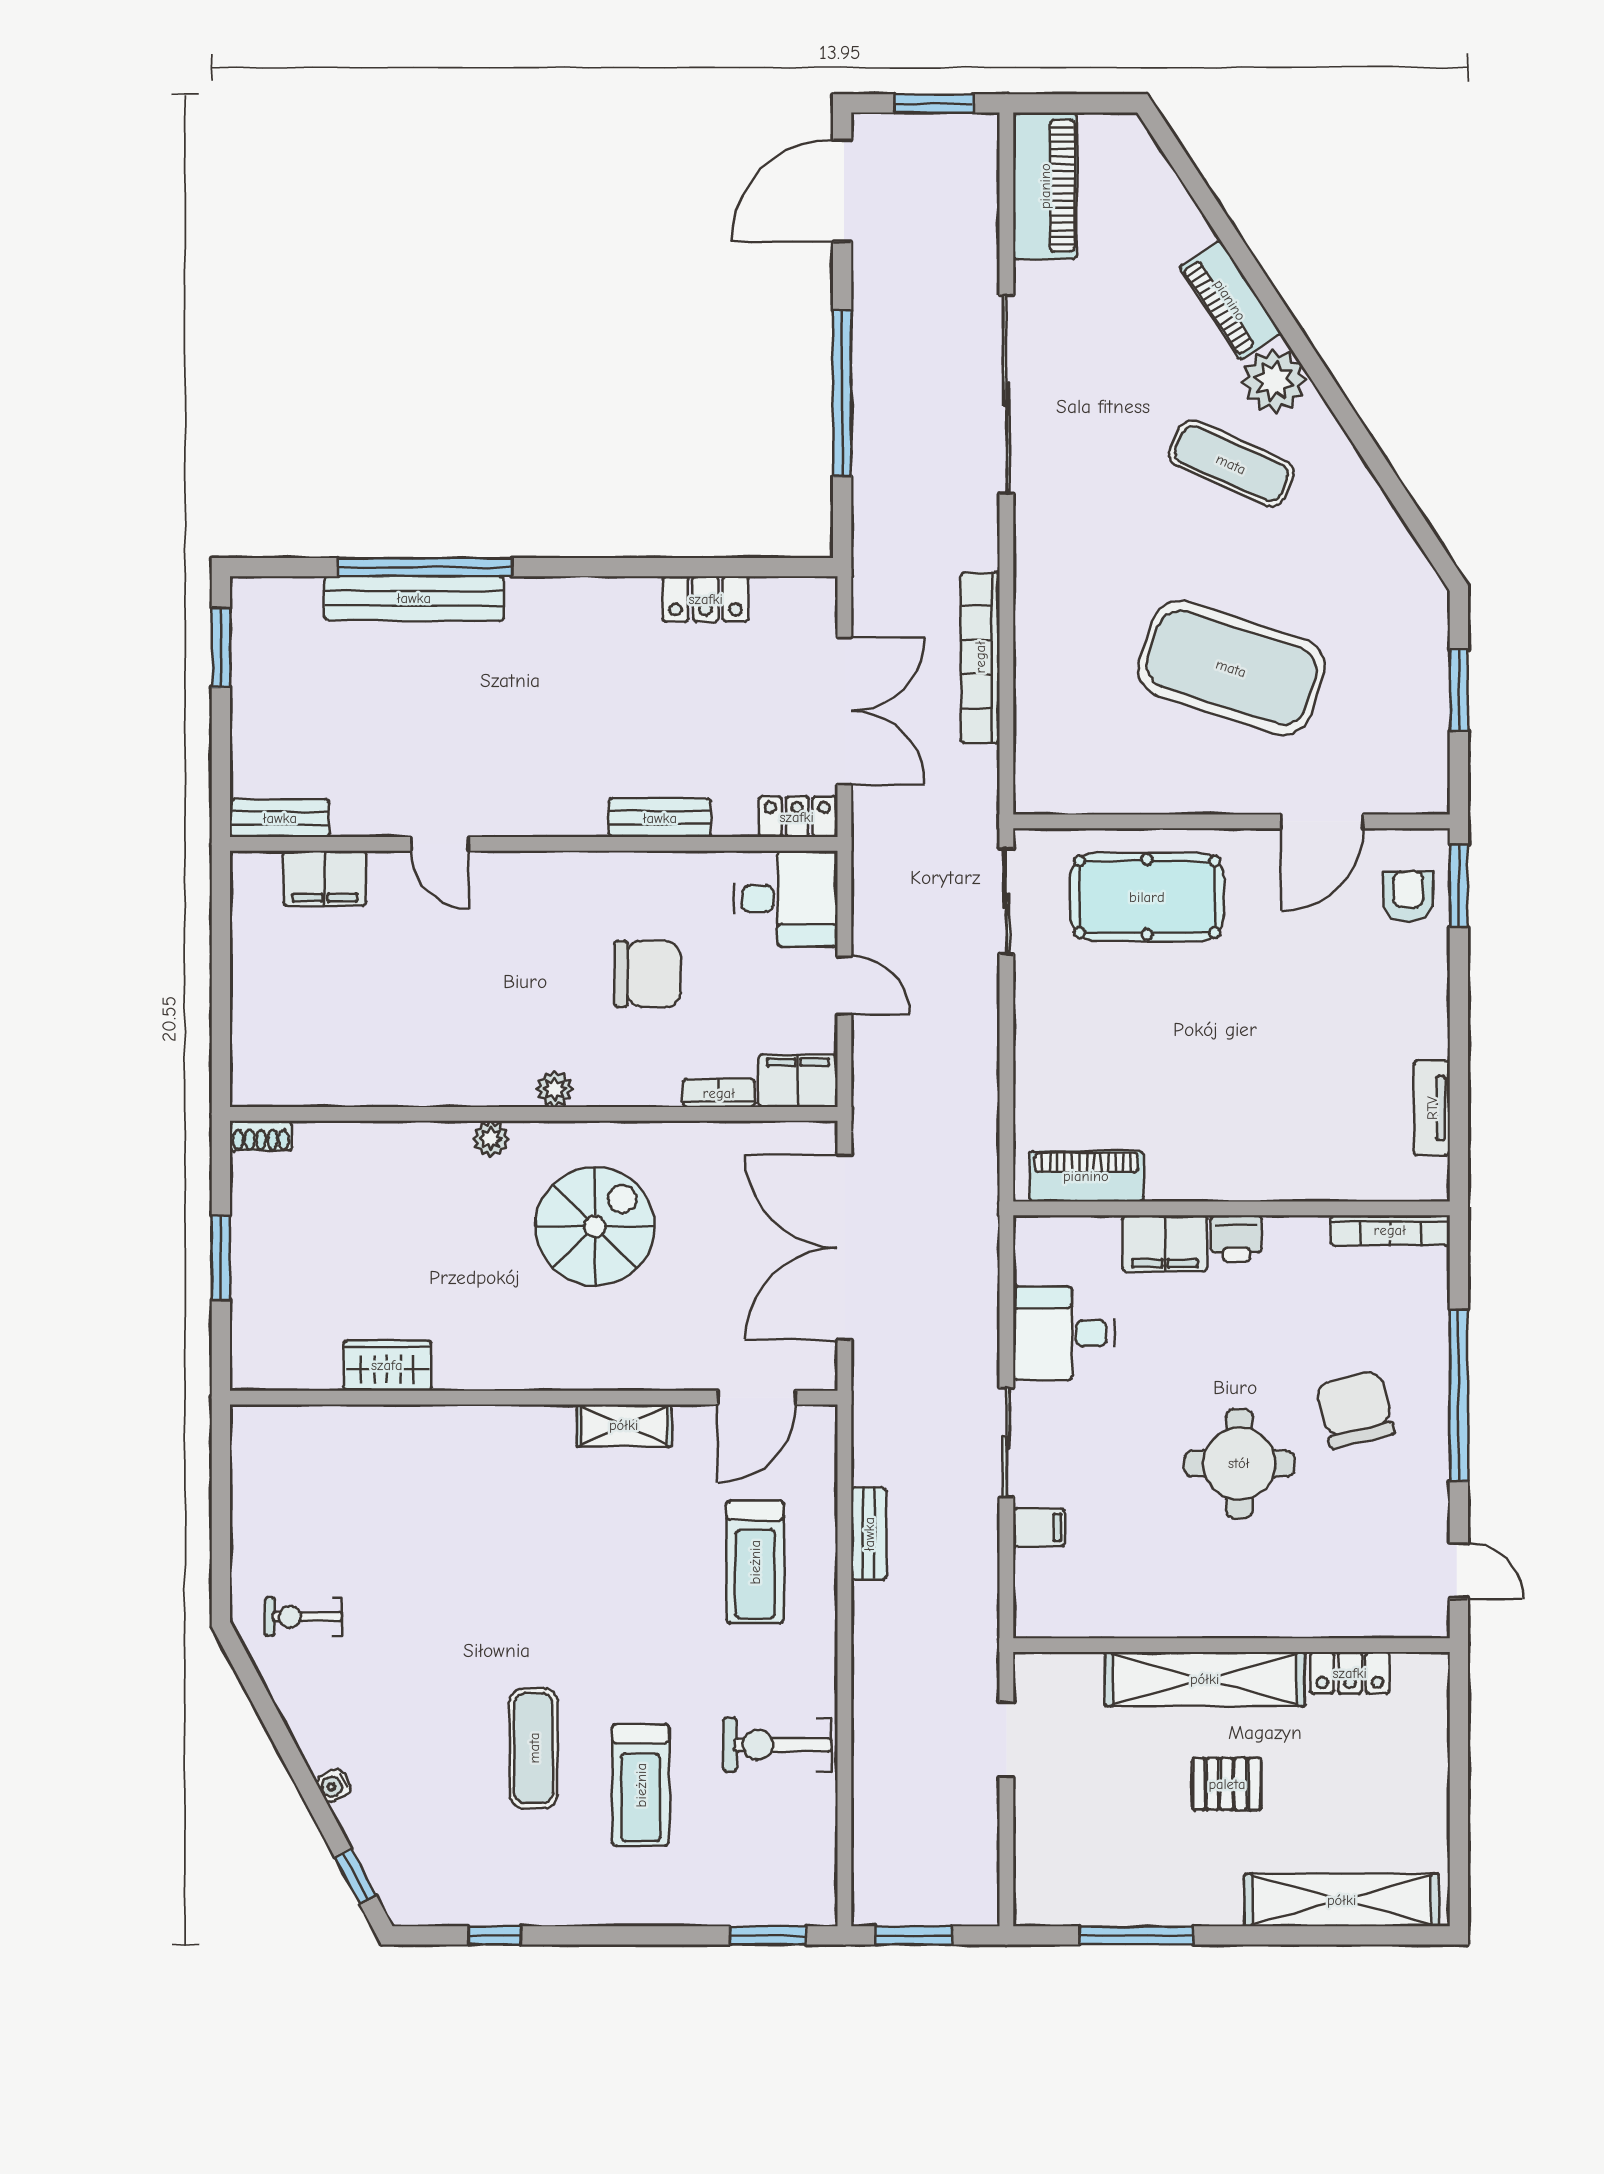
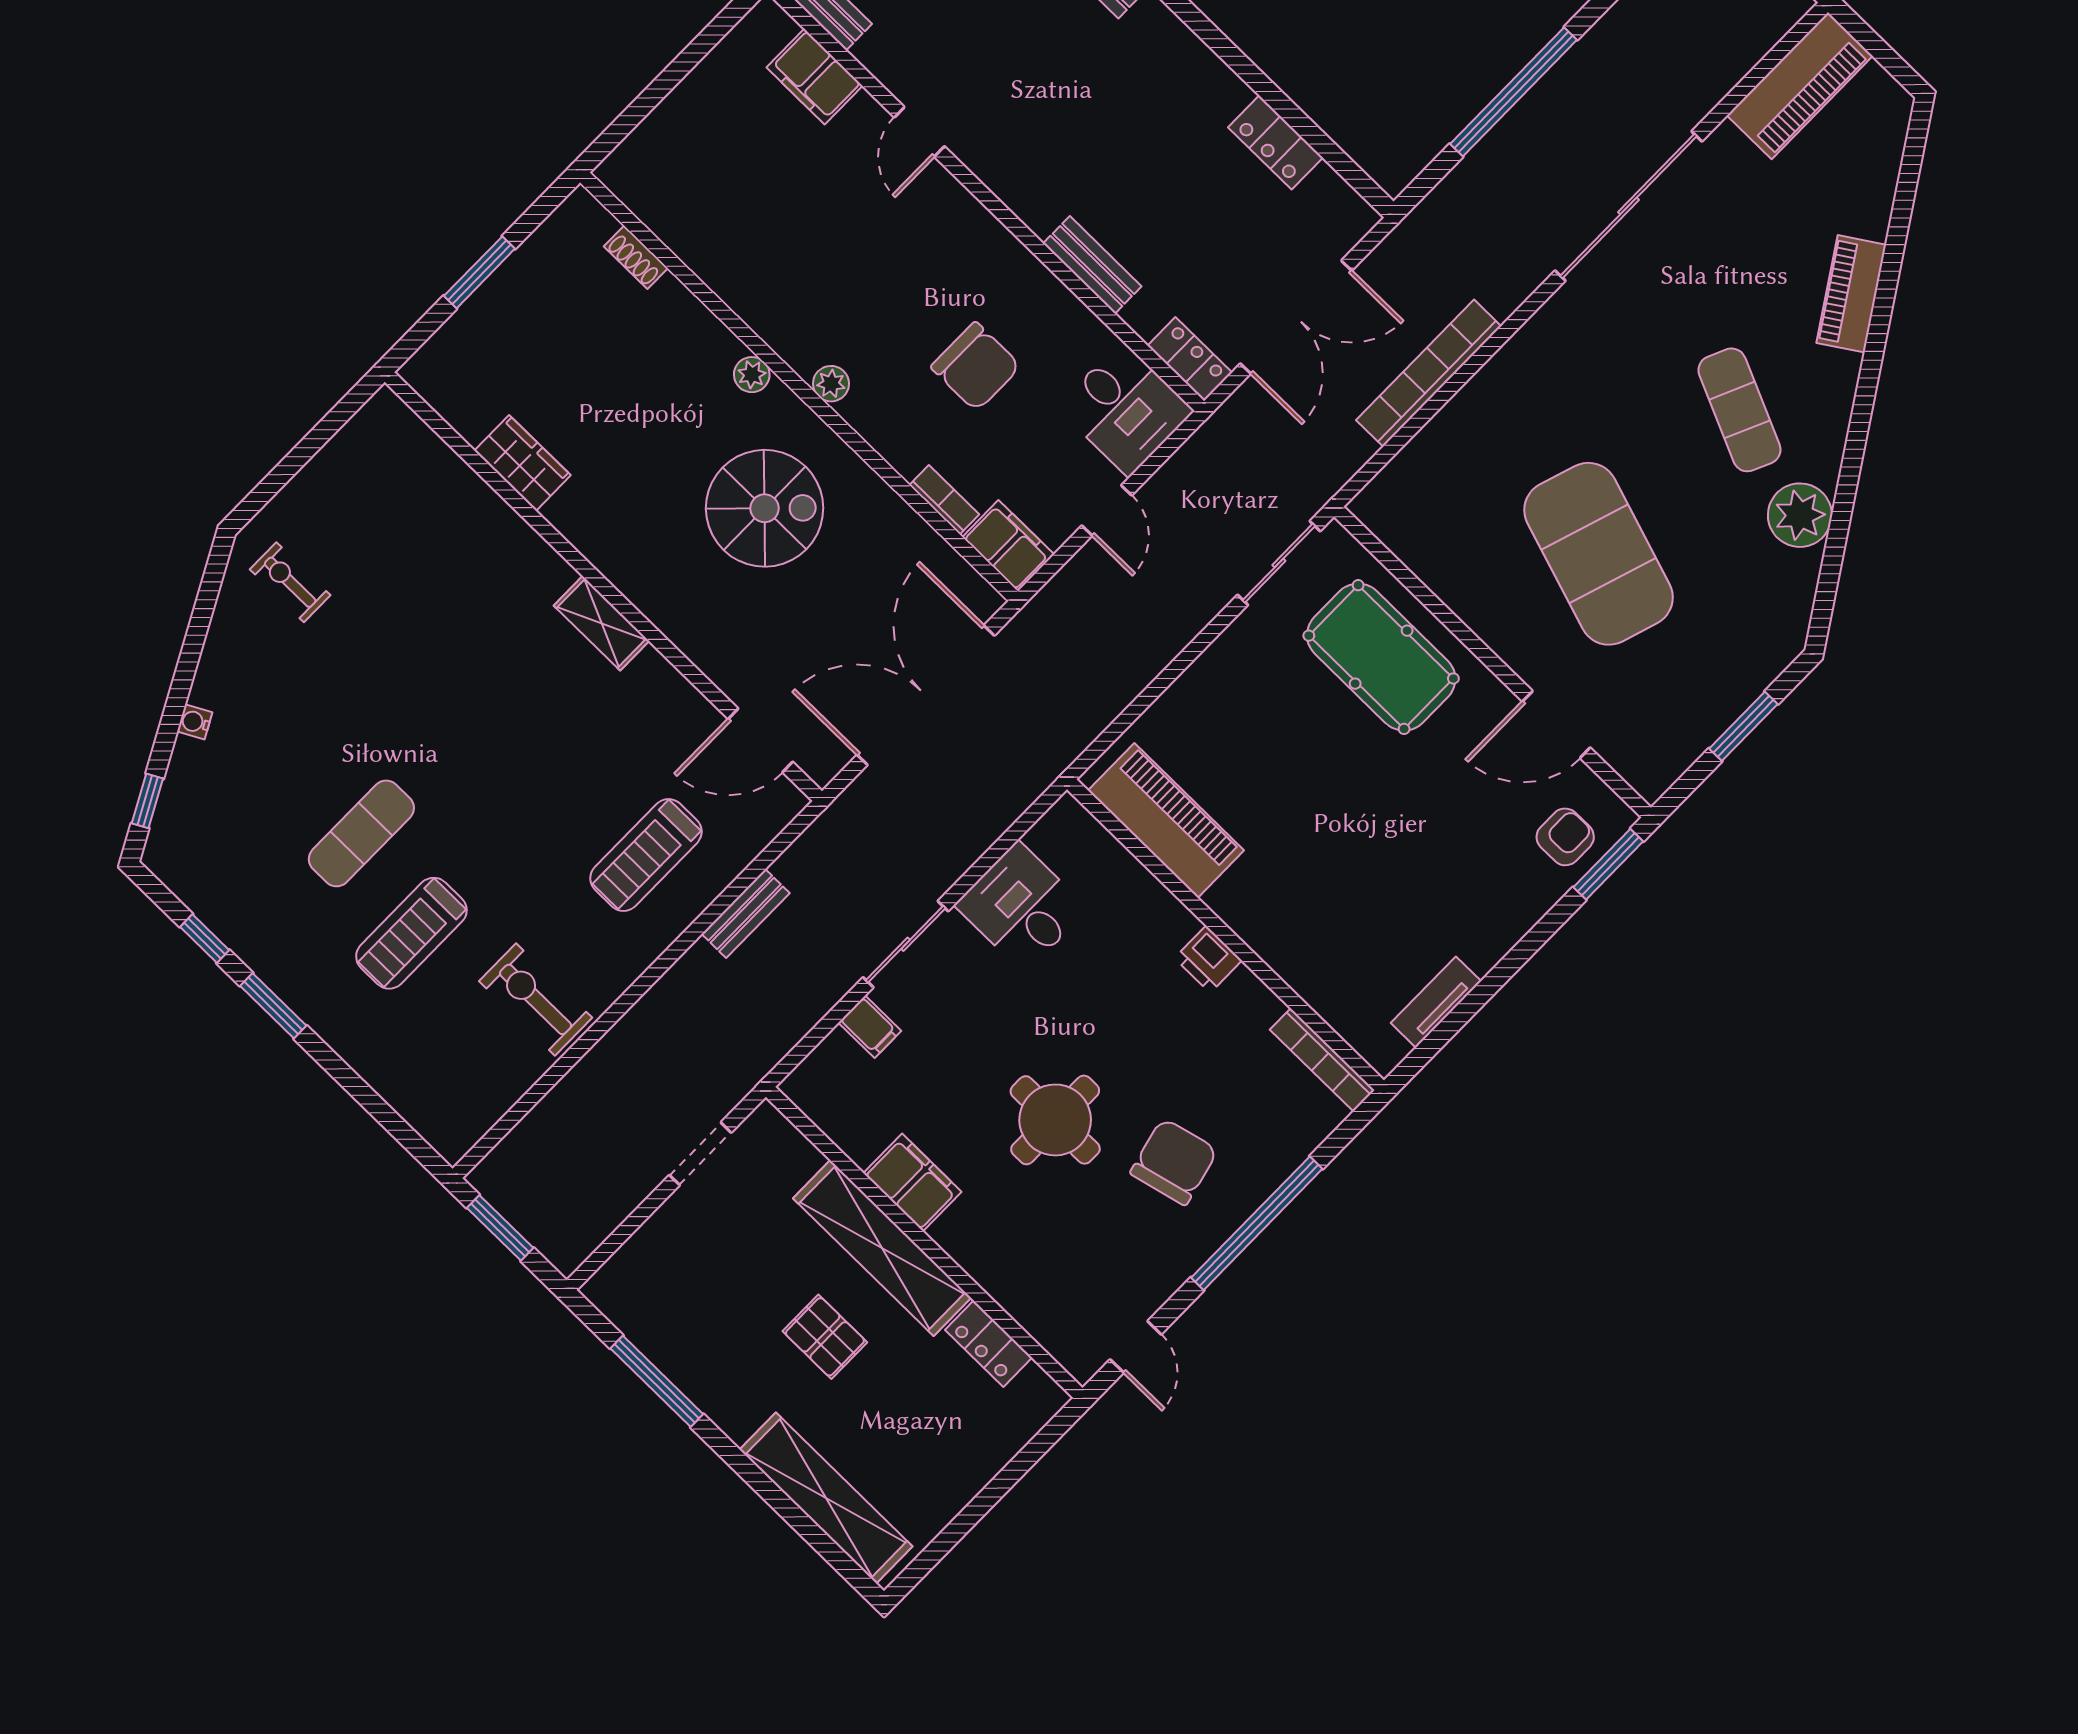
plant: (1274, 381) -> (1800, 515), moved
shoe rack: (261, 1136) -> (636, 257), moved
piano: (1086, 1176) -> (1166, 820), width x1.37, depth x1.33
filing cabinet: (1165, 1243) -> (912, 1183), moved, turned 180
shelving: (624, 1425) -> (601, 623), moved
window: (768, 1935) -> (273, 1006), moved

